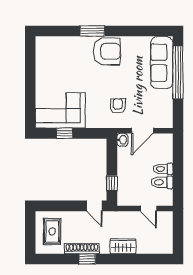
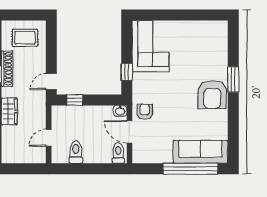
armchair: (118, 106) -> (145, 112), moved, turned -90
window: (65, 133) -> (127, 72), moved
toilet: (163, 169) -> (118, 153), moved

